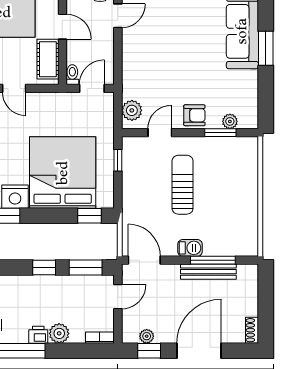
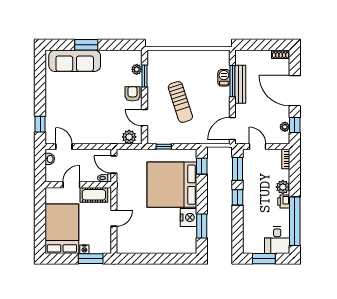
sun lounger: (183, 185) -> (180, 102), turned -108
barbecue: (190, 248) -> (224, 78), moved

